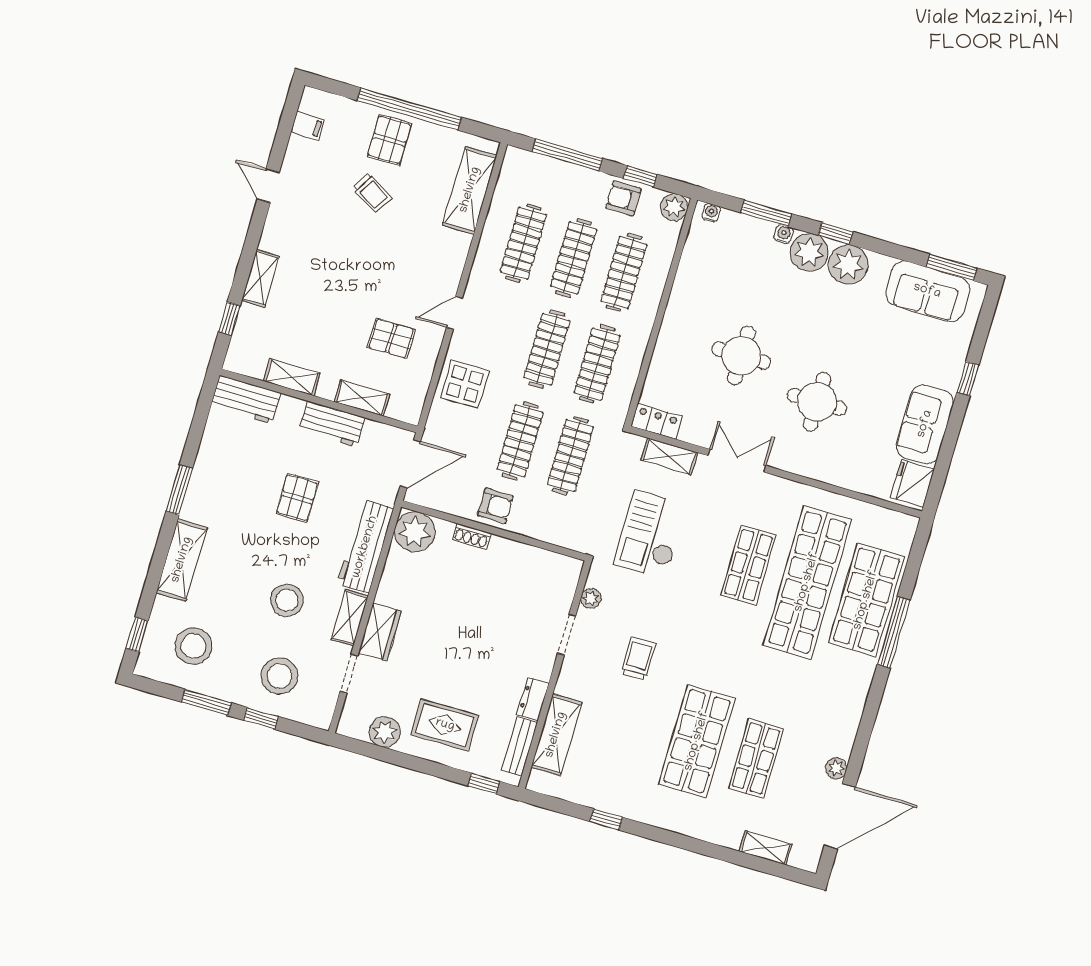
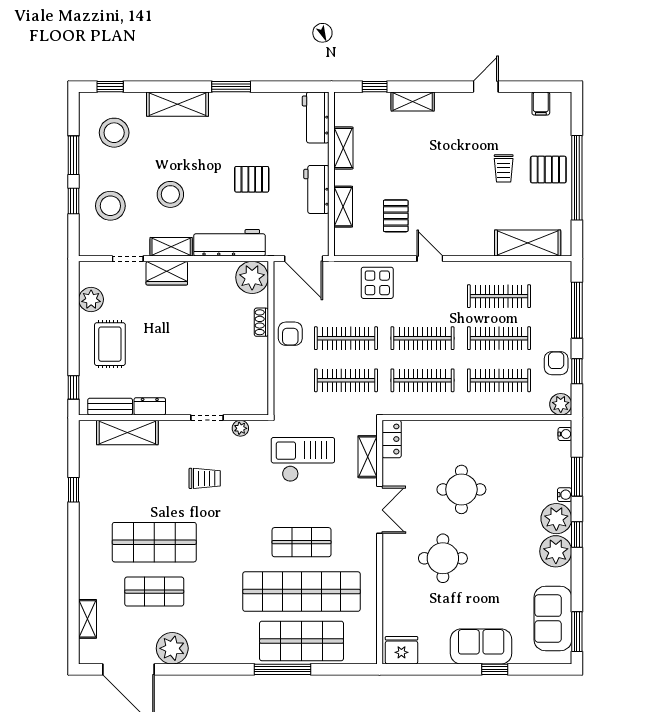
trolley: (372, 193) -> (504, 168), turned -32
sofa: (925, 424) -> (481, 646), moved
plant: (836, 768) -> (172, 648), width x1.87, depth x1.87

